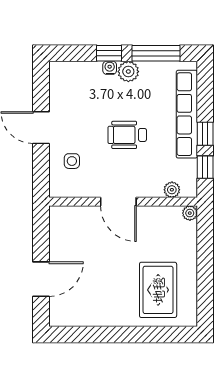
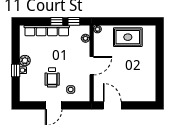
window: (156, 53) -> (16, 46), removed
wheelchair: (127, 135) -> (52, 77), moved
door: (41, 279) -> (112, 105), moved
rug: (158, 290) -> (128, 37), moved

